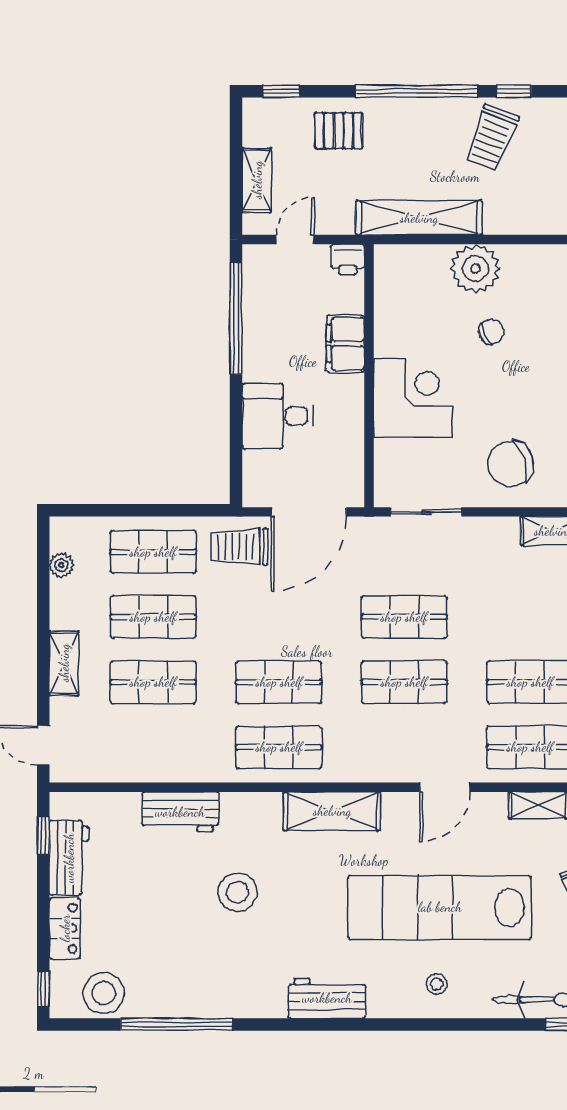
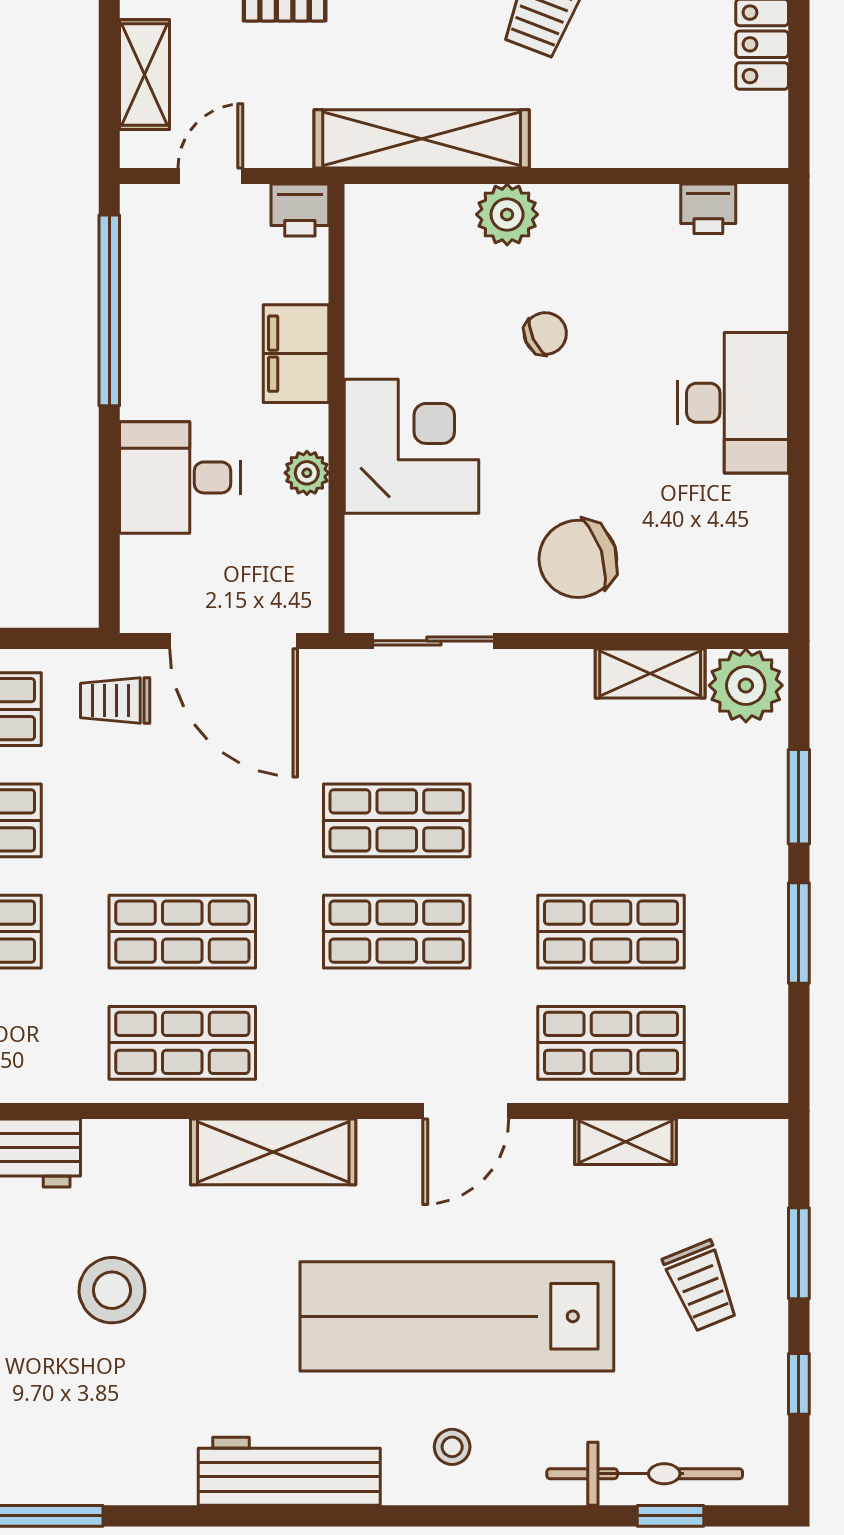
plant: (475, 269) -> (507, 214), width x0.73, depth x0.73
plant: (352, 413) -> (307, 473), added
door: (309, 512) -> (234, 641), hinge flipped
trolley: (239, 547) -> (115, 700), width x0.73, depth x0.72
workbench: (327, 998) -> (289, 1471), width x1.38

